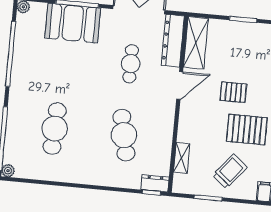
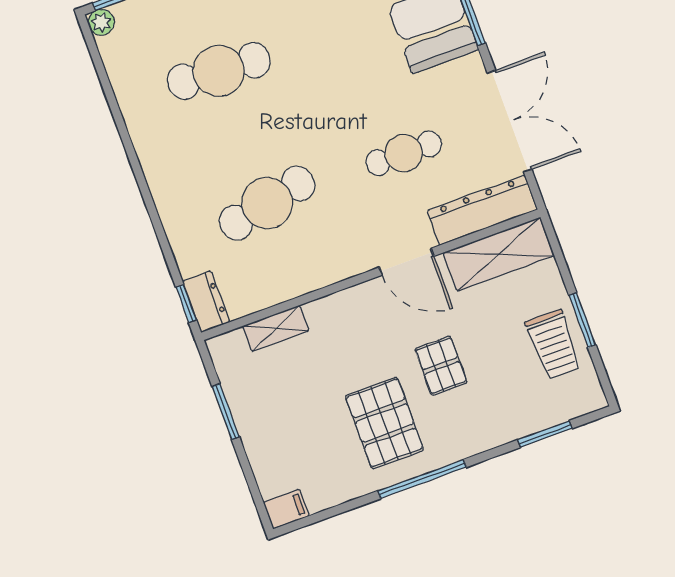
trolley: (230, 171) -> (553, 344), moved, turned 51

